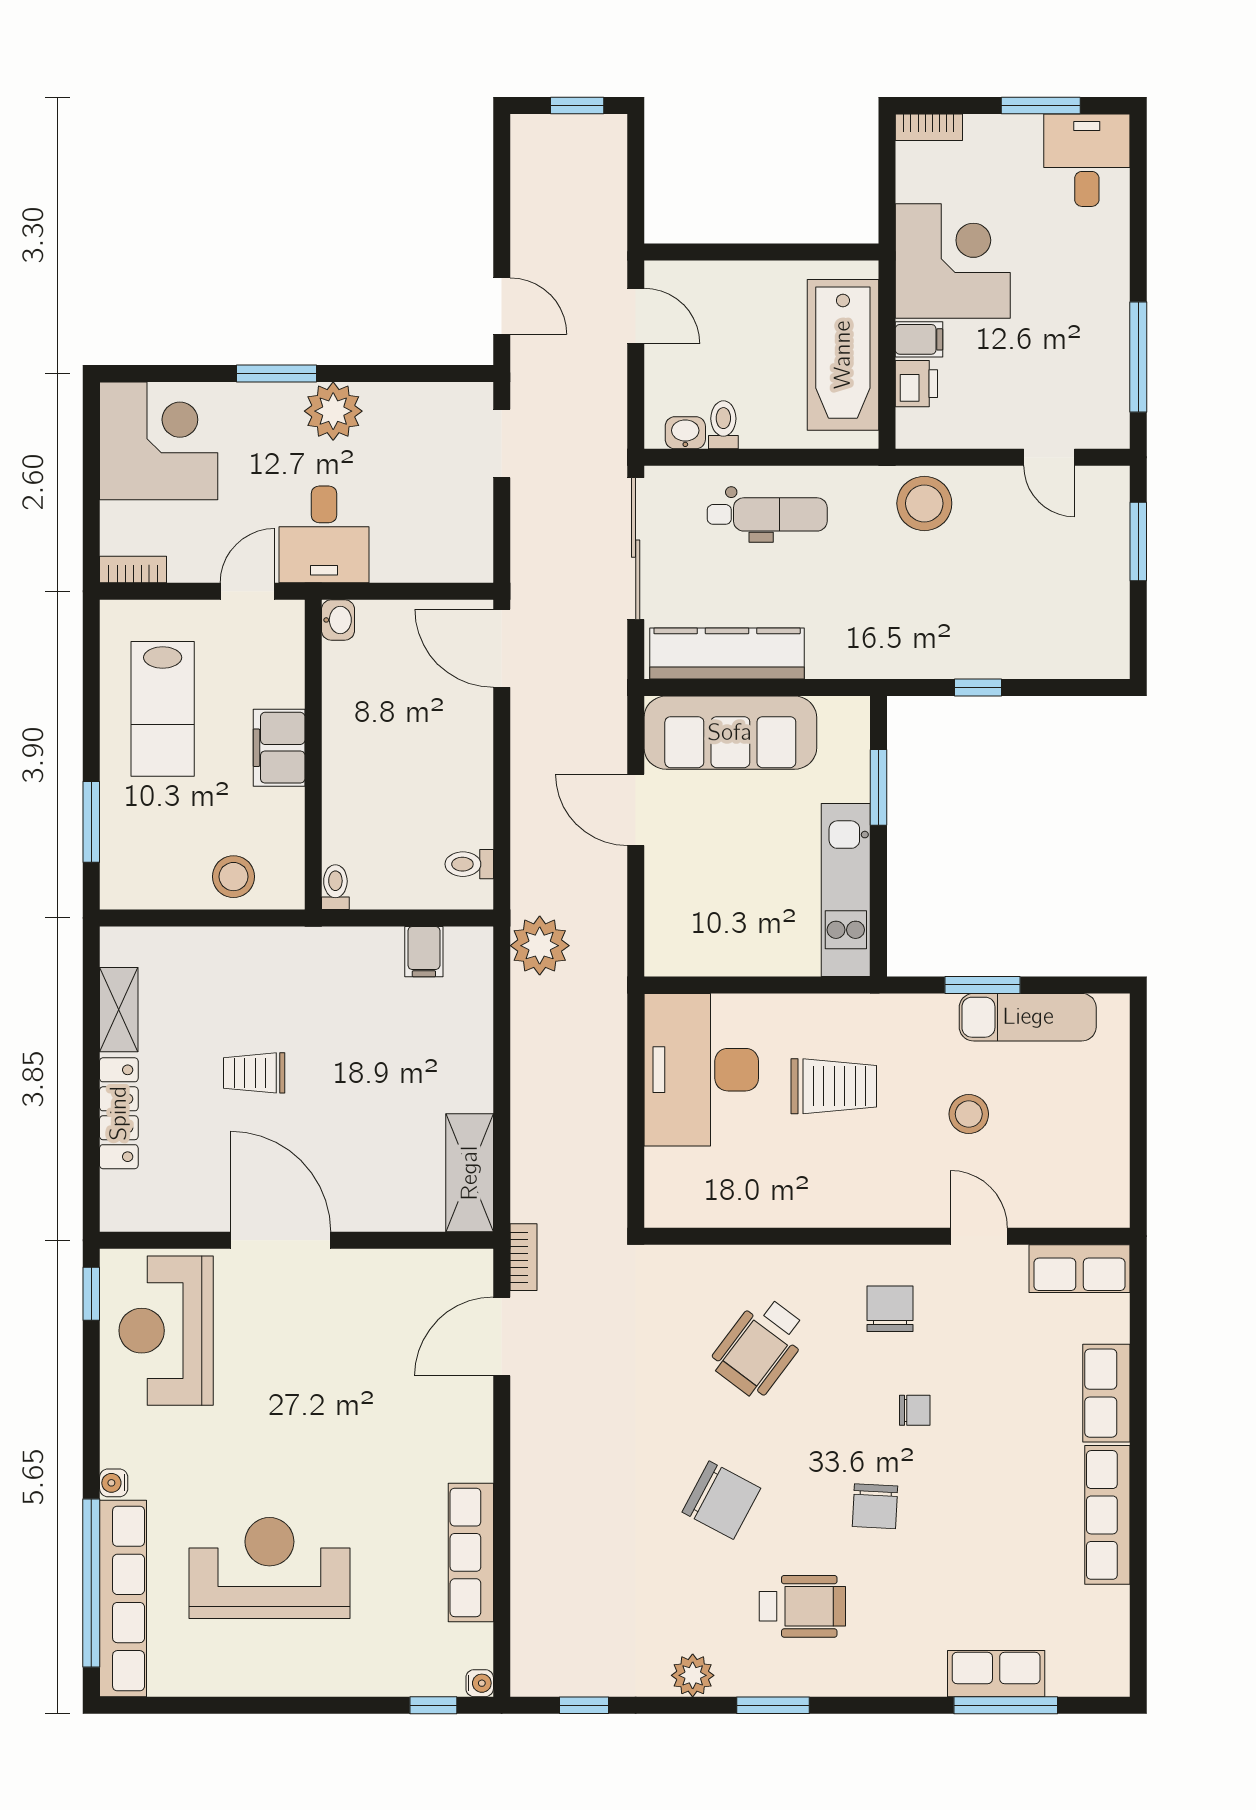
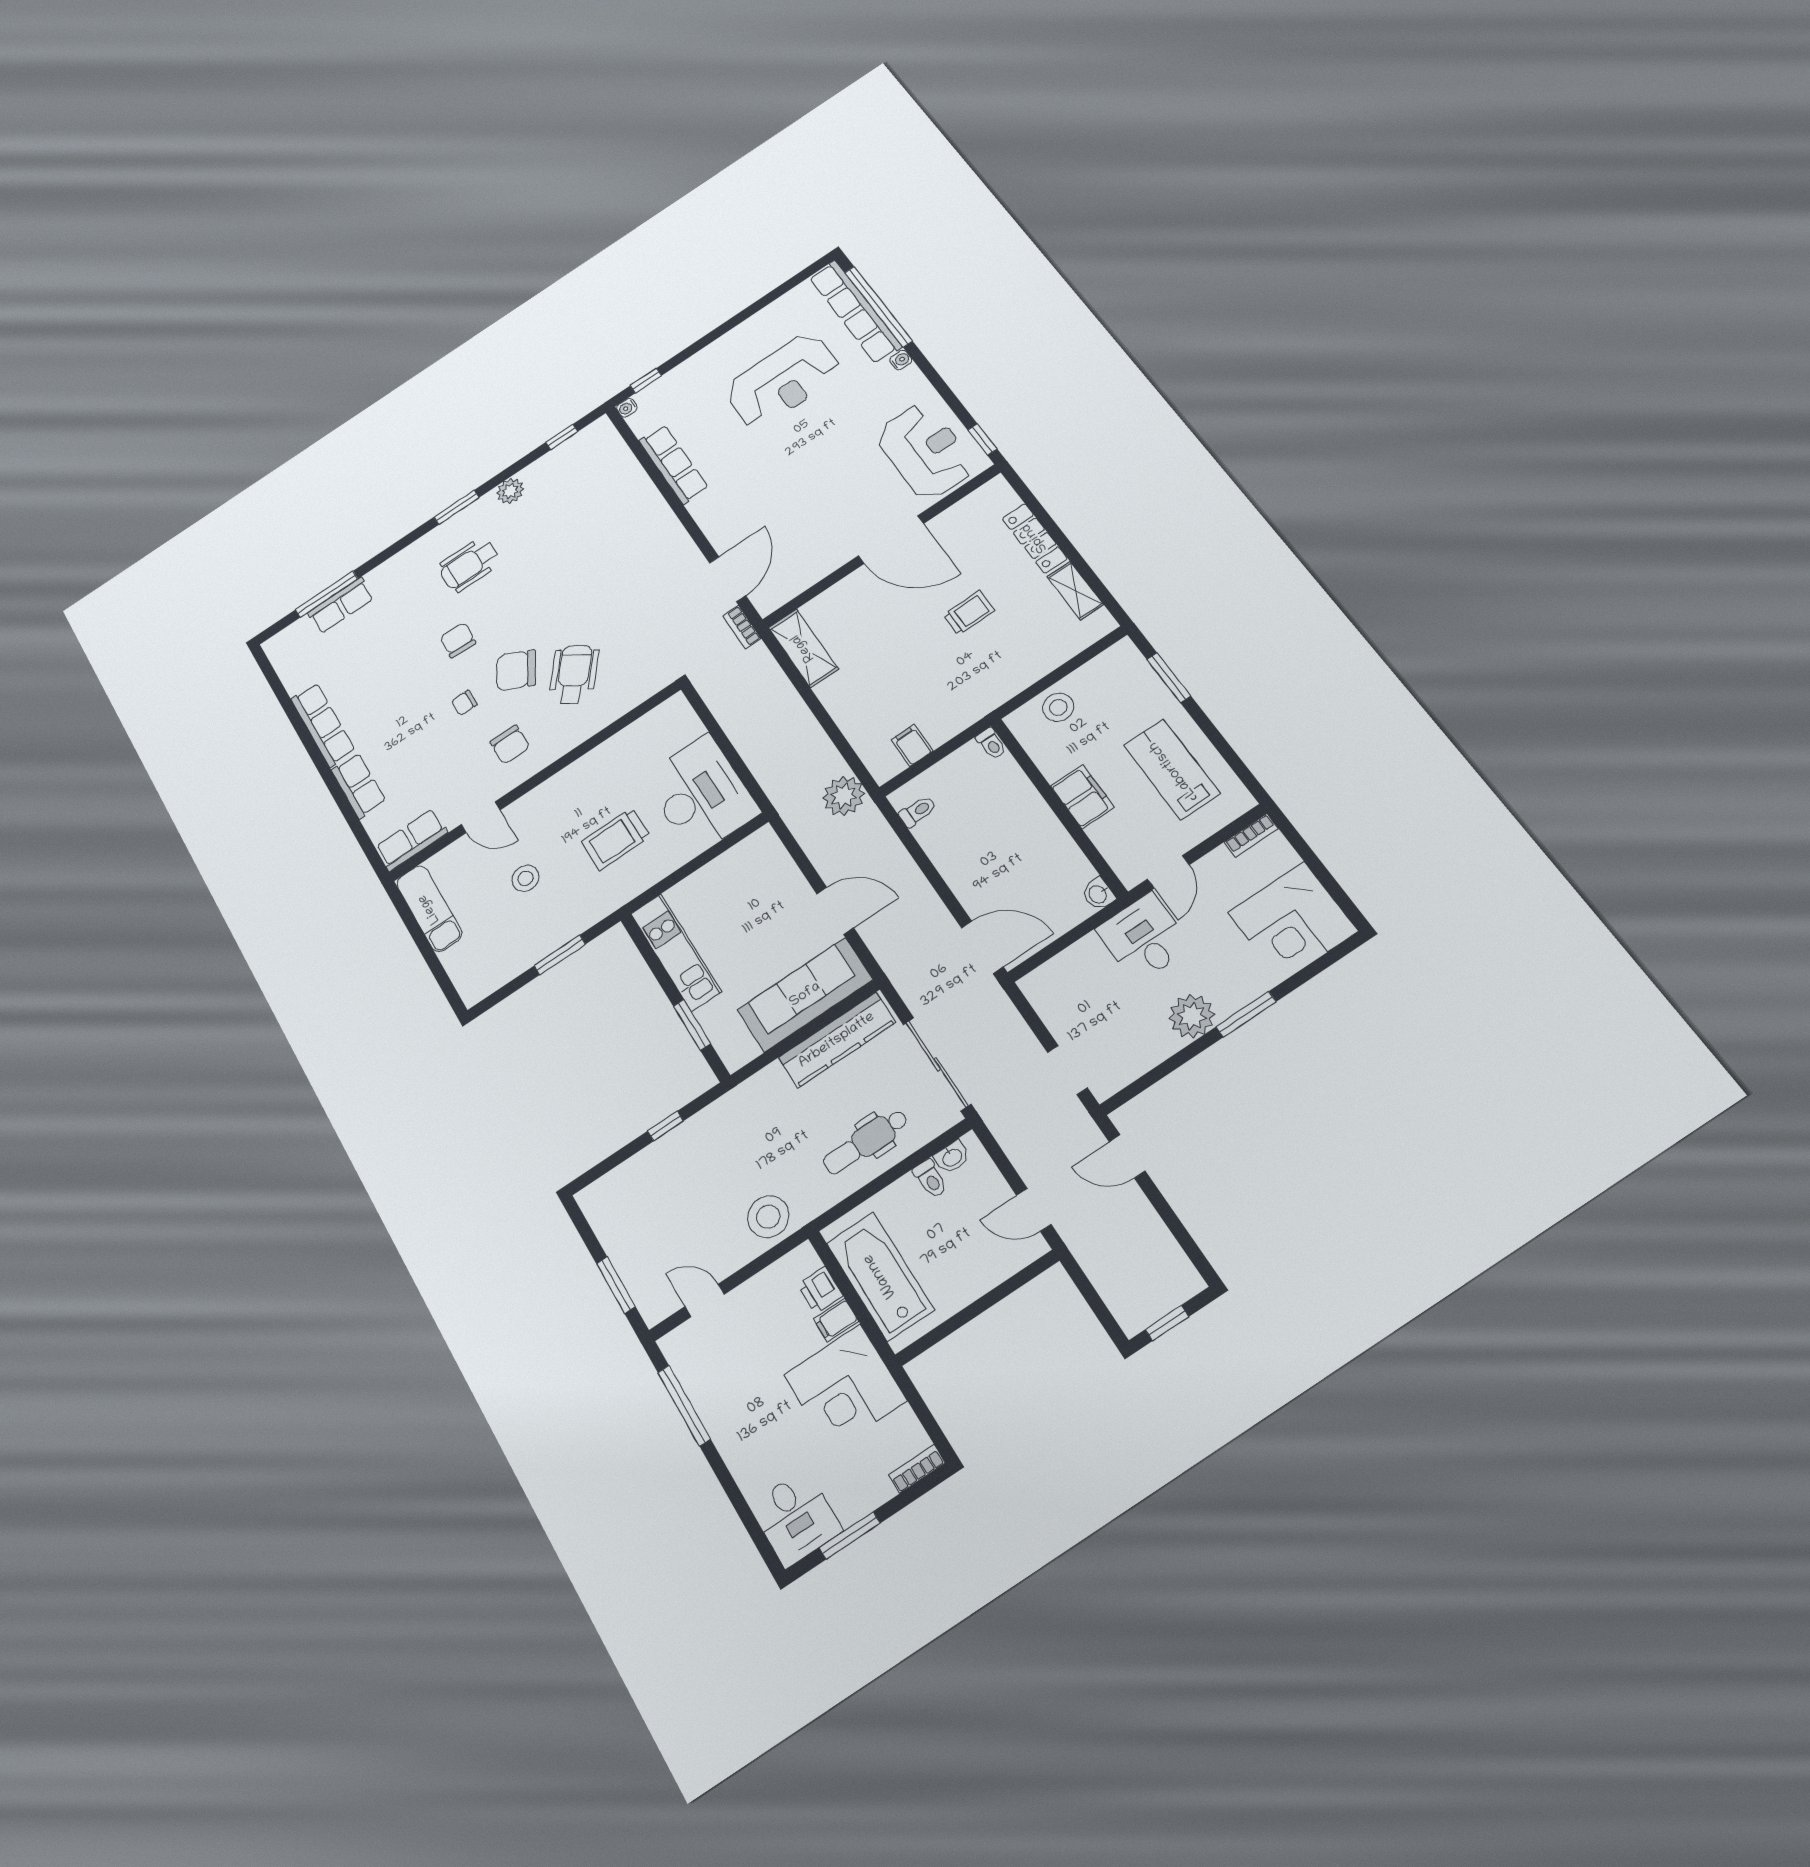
exam couch: (1028, 1017) -> (429, 909), moved, turned 90
chair: (721, 1500) -> (516, 670), moved

